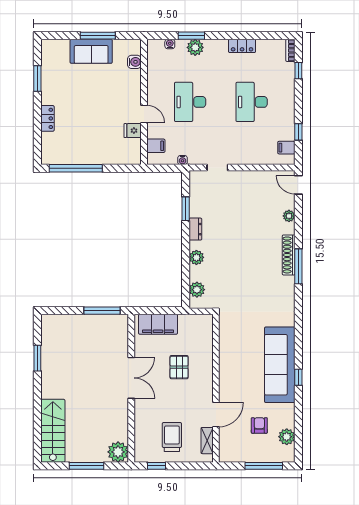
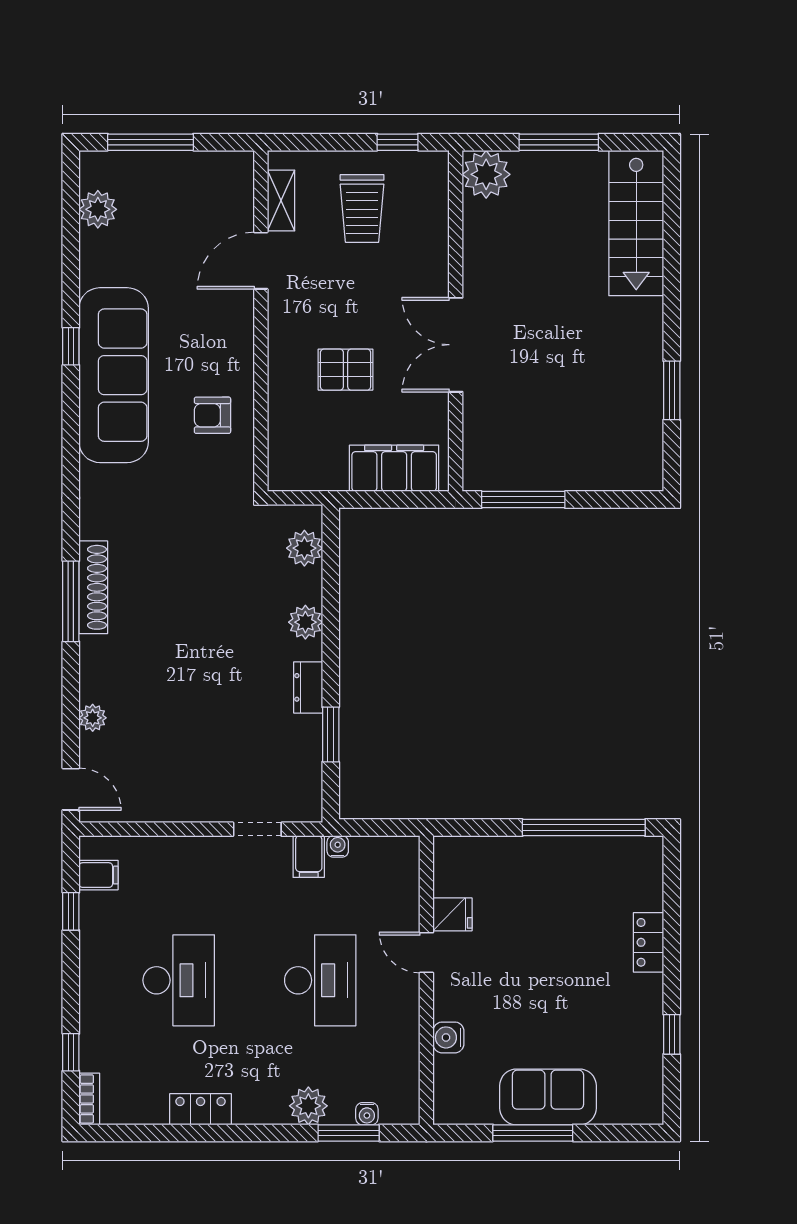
window: (191, 36) -> (349, 1133), moved
water cooler: (134, 62) -> (448, 1037), moved
window: (37, 78) -> (672, 1034), width x0.67
filing cabinet: (156, 146) -> (309, 857), moved, turned -90
shoe rack: (289, 255) -> (93, 587), moved
pallet: (179, 367) -> (346, 370), turned 90
armchair: (259, 425) -> (212, 415), moved, turned 90

